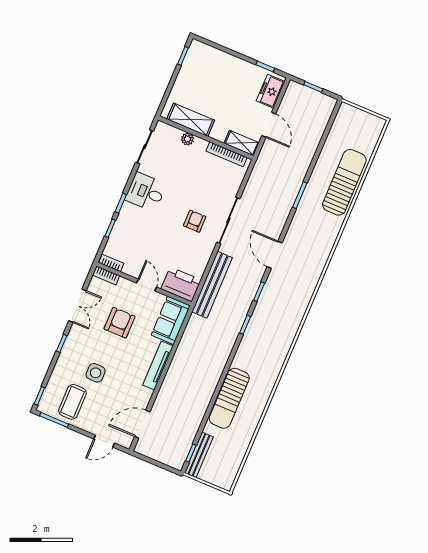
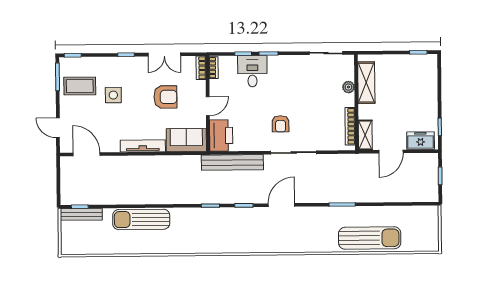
desk: (146, 192) -> (252, 71), moved
armchair: (195, 221) -> (281, 124), turned 90

